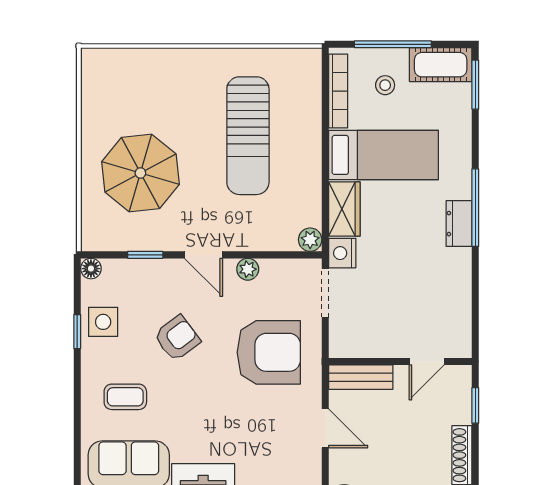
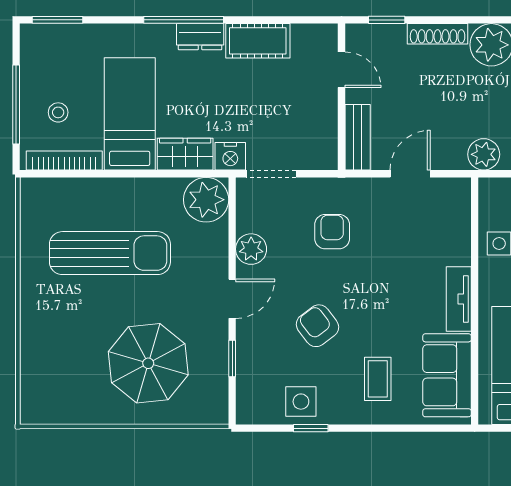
cot: (441, 65) -> (258, 41), moved, turned 90
plant: (310, 240) -> (206, 200), width x1.88, depth x1.88
floor lamp: (91, 269) -> (246, 414), removed
plant: (248, 269) -> (251, 249), width x1.38, depth x1.38
armchair: (269, 352) -> (332, 232), width x0.53, depth x0.53

